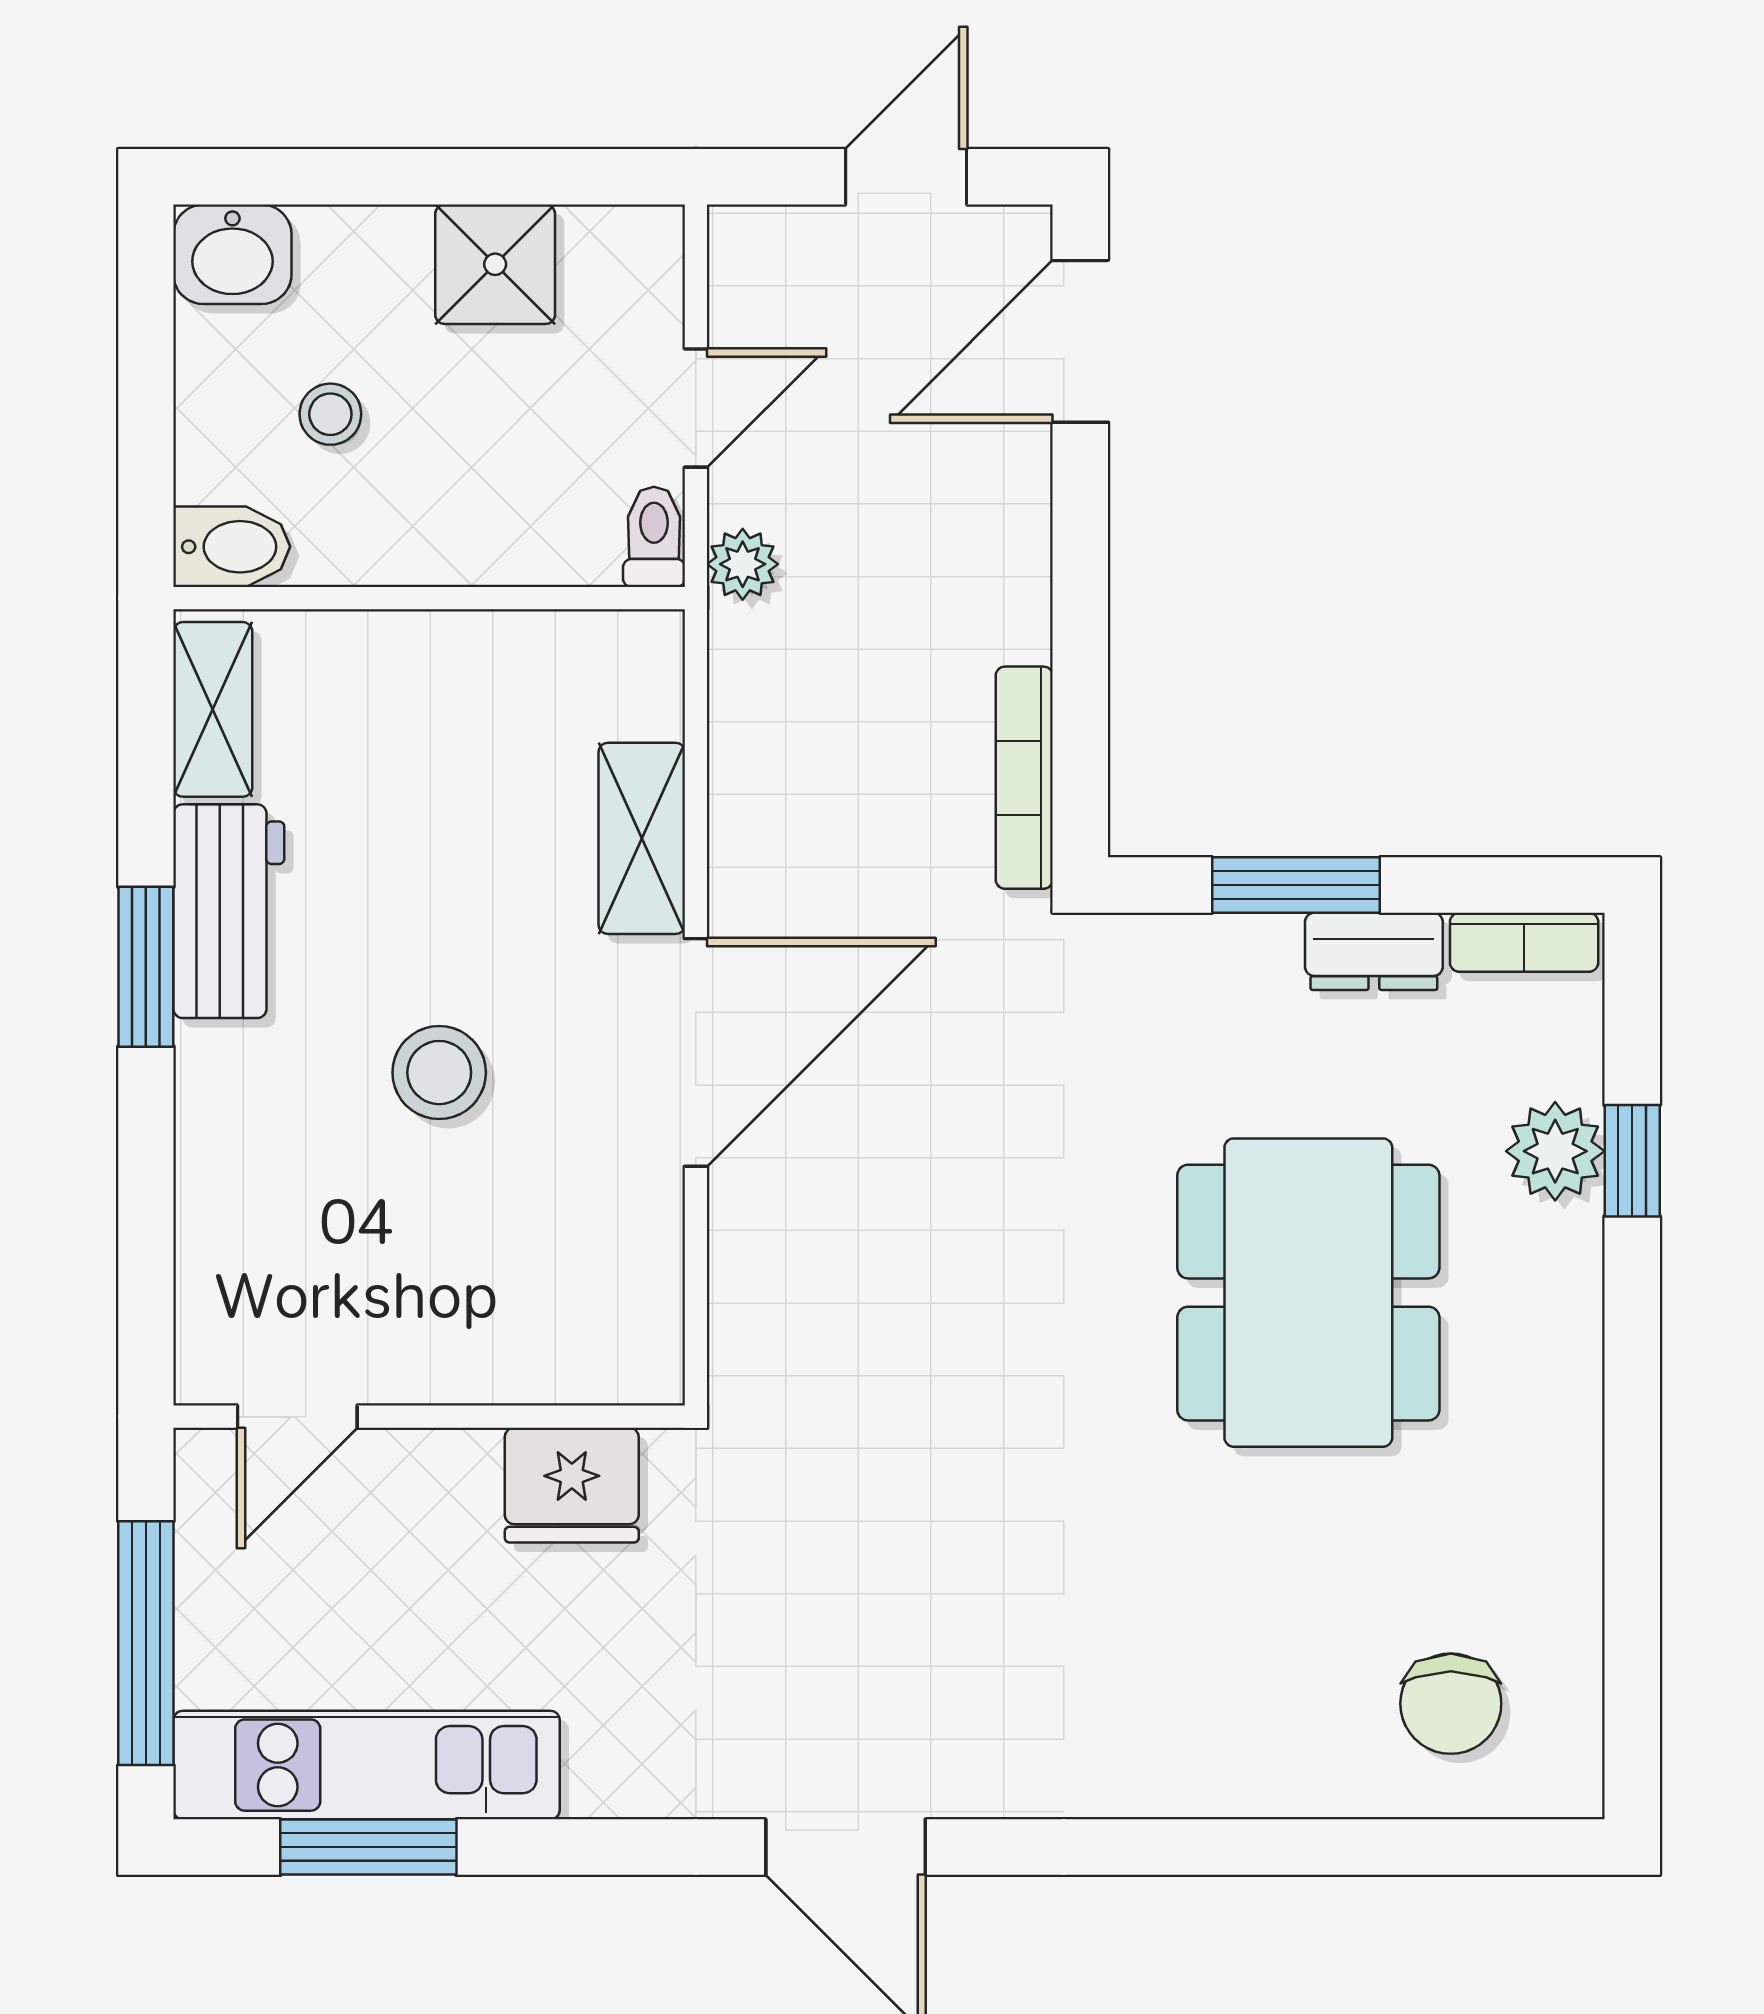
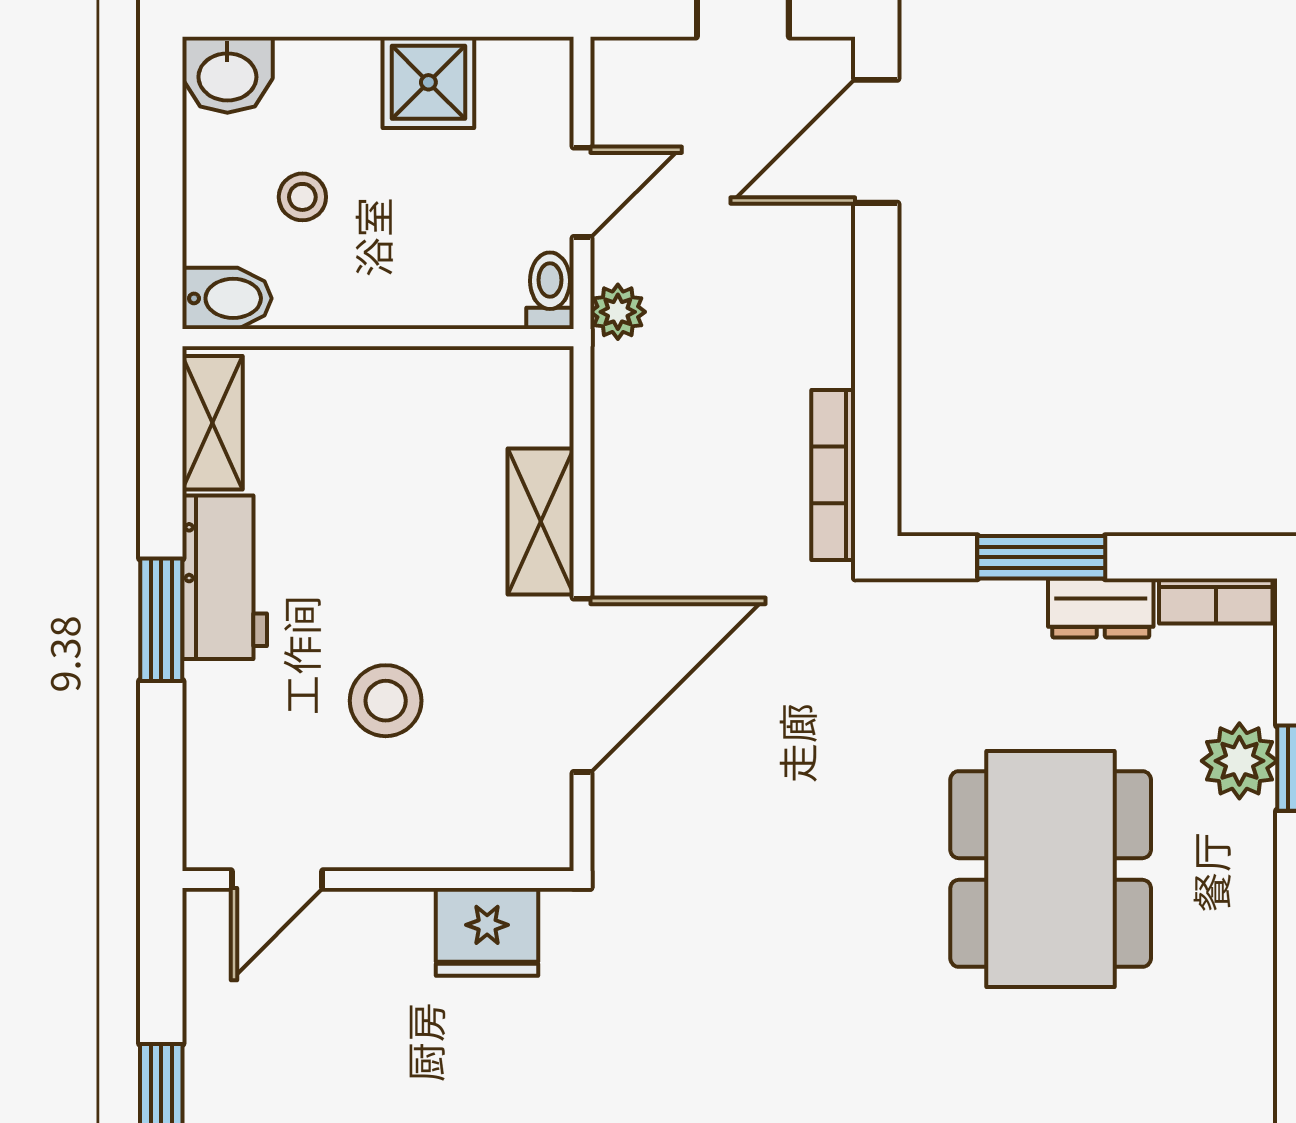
door: (297, 1417) -> (277, 879), moved
wall: (429, 1417) -> (378, 879), moved
fridge: (572, 1485) -> (487, 932), moved

